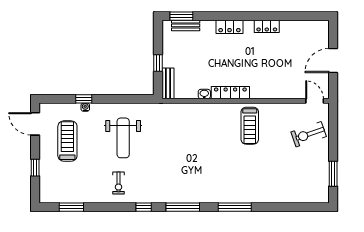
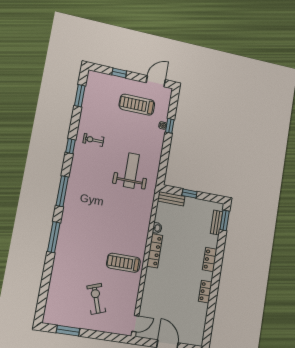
exercise bike: (309, 134) -> (96, 299), moved
weight bench: (123, 138) -> (131, 171), moved, turned 90
treadmill: (67, 141) -> (137, 105), turned 180
window: (144, 207) -> (71, 146), moved

